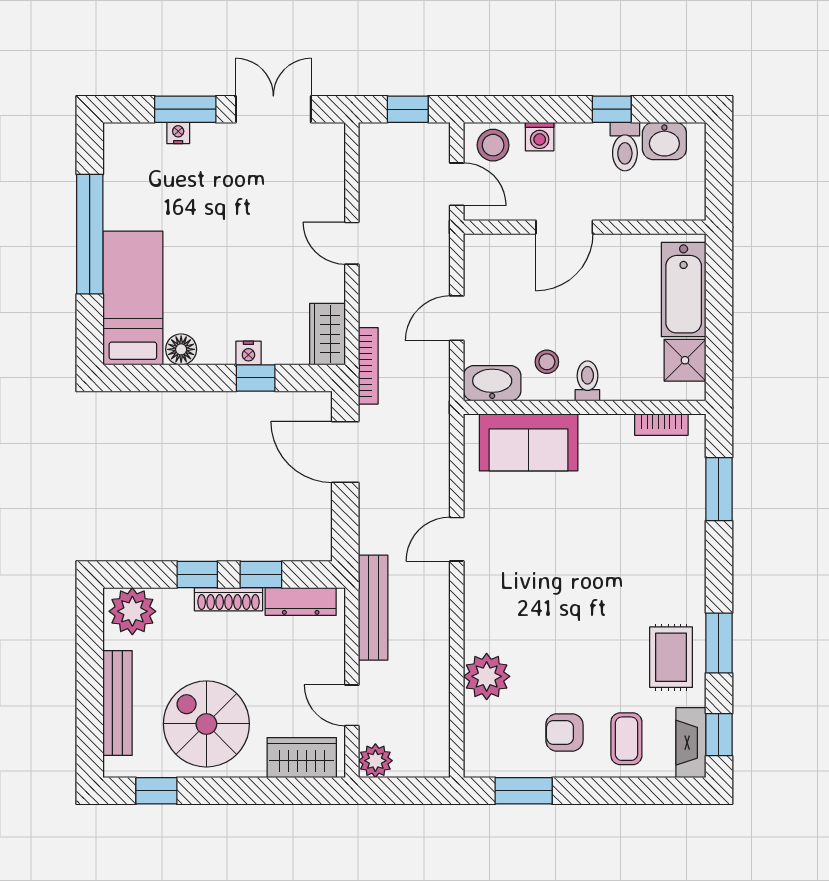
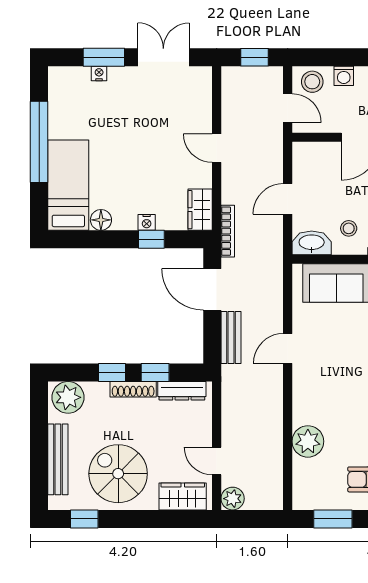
bench: (373, 608) -> (231, 338), moved, width x0.73

